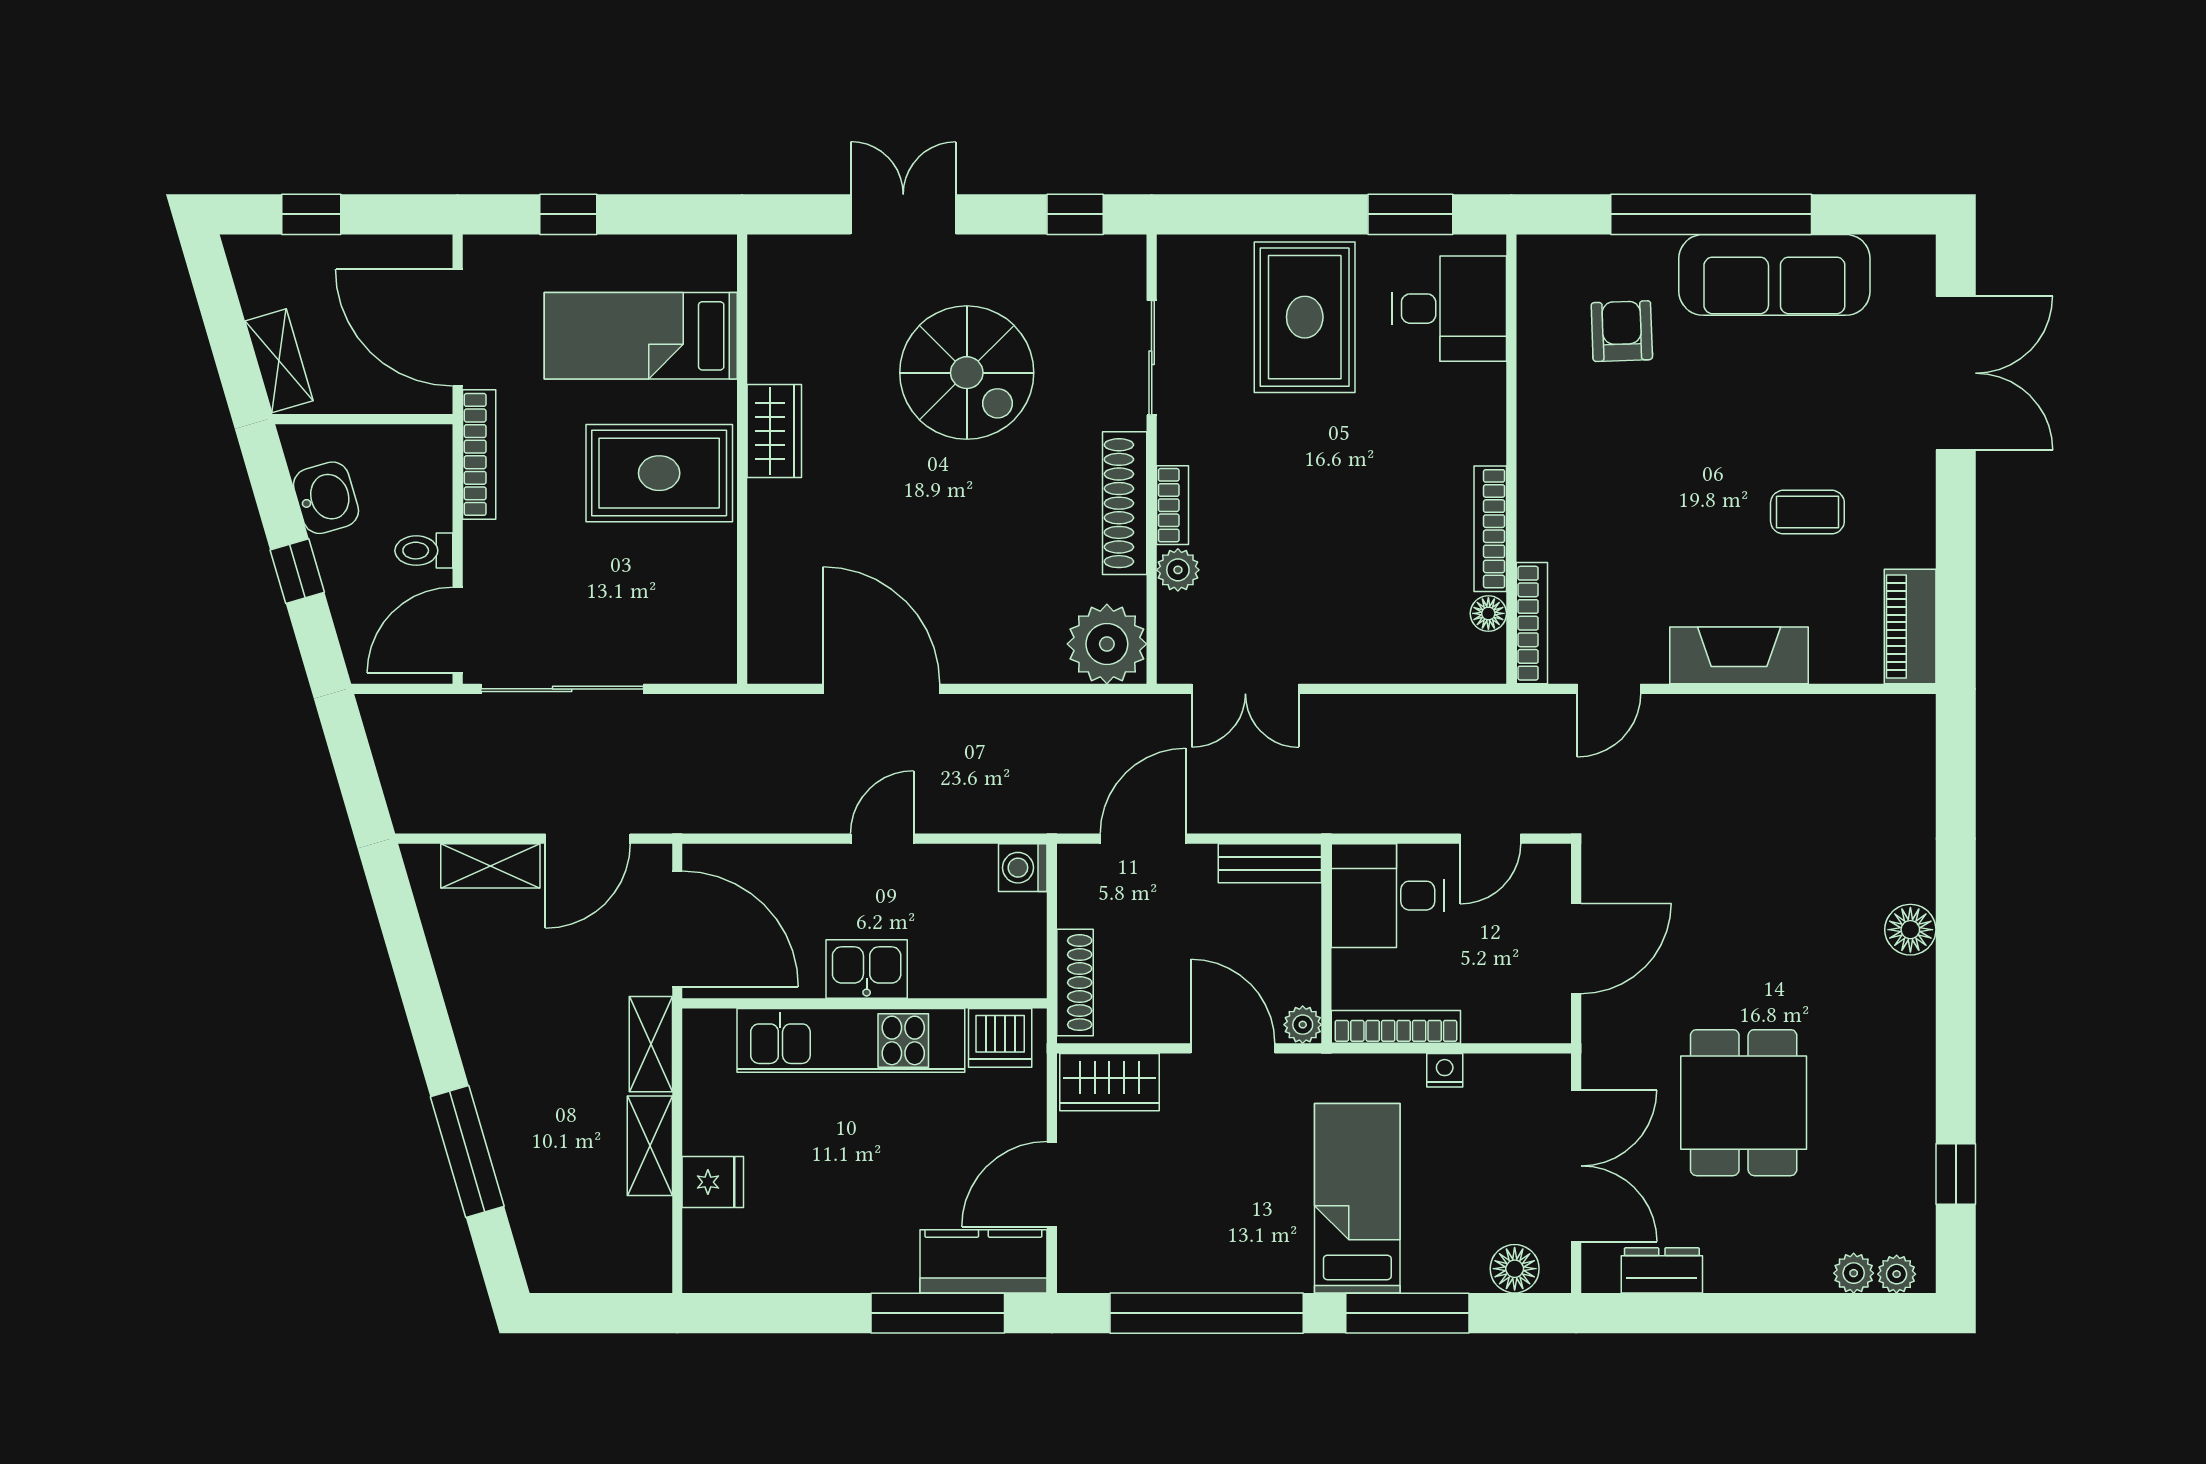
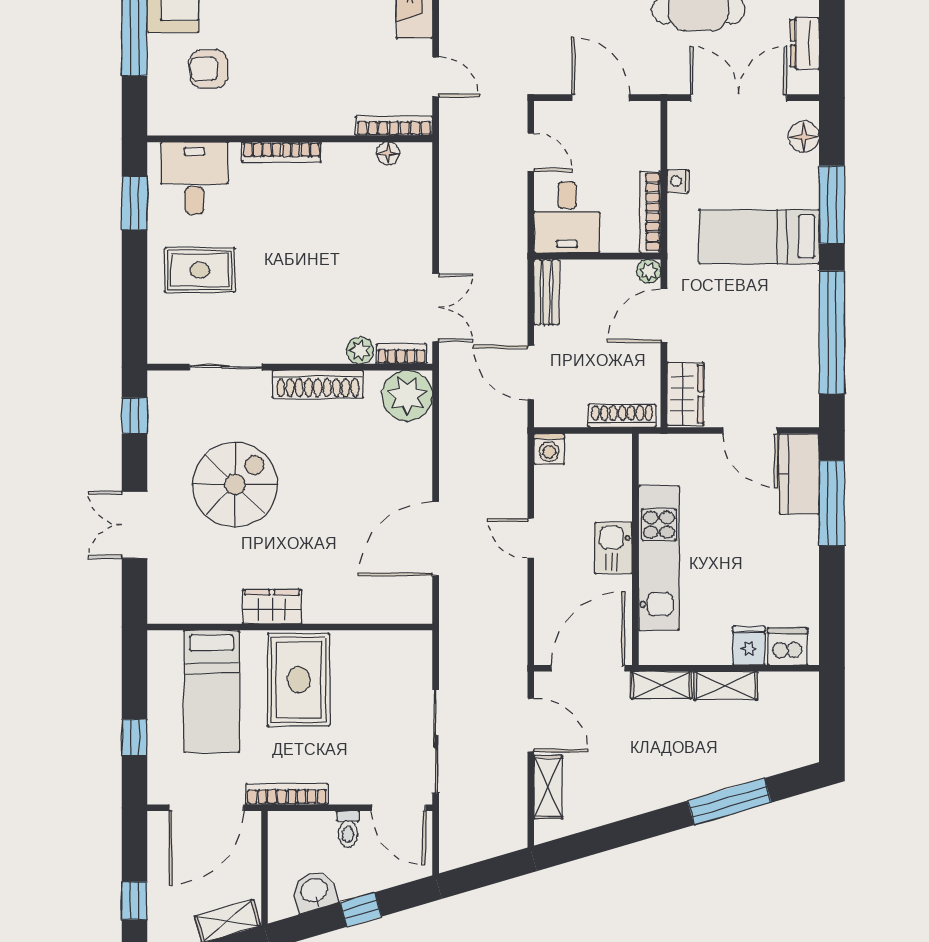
rug: (1305, 317) -> (200, 270), width x0.73, depth x0.70
bookcase: (1172, 505) -> (401, 354), moved
bookcase: (1490, 529) -> (281, 152), moved
dishwasher: (1000, 1038) -> (788, 646), moved, turned -90

